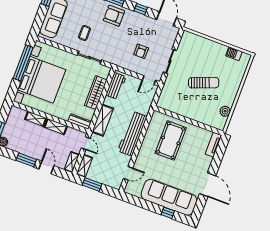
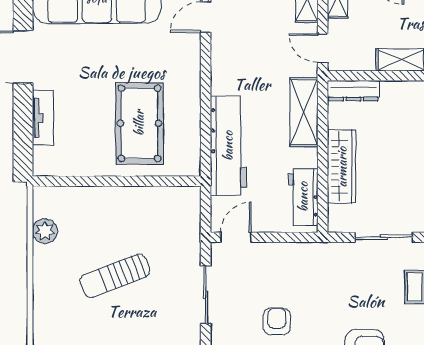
armchair: (141, 51) -> (277, 321), moved
workbench: (132, 134) -> (228, 146), moved
tv unit: (213, 145) -> (43, 118), moved

